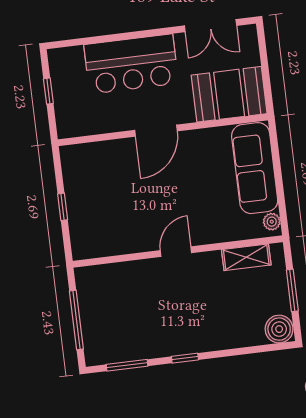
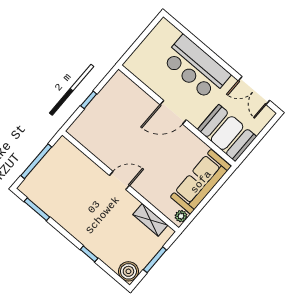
window: (48, 91) -> (142, 37), removed
window: (185, 358) -> (89, 254), moved

